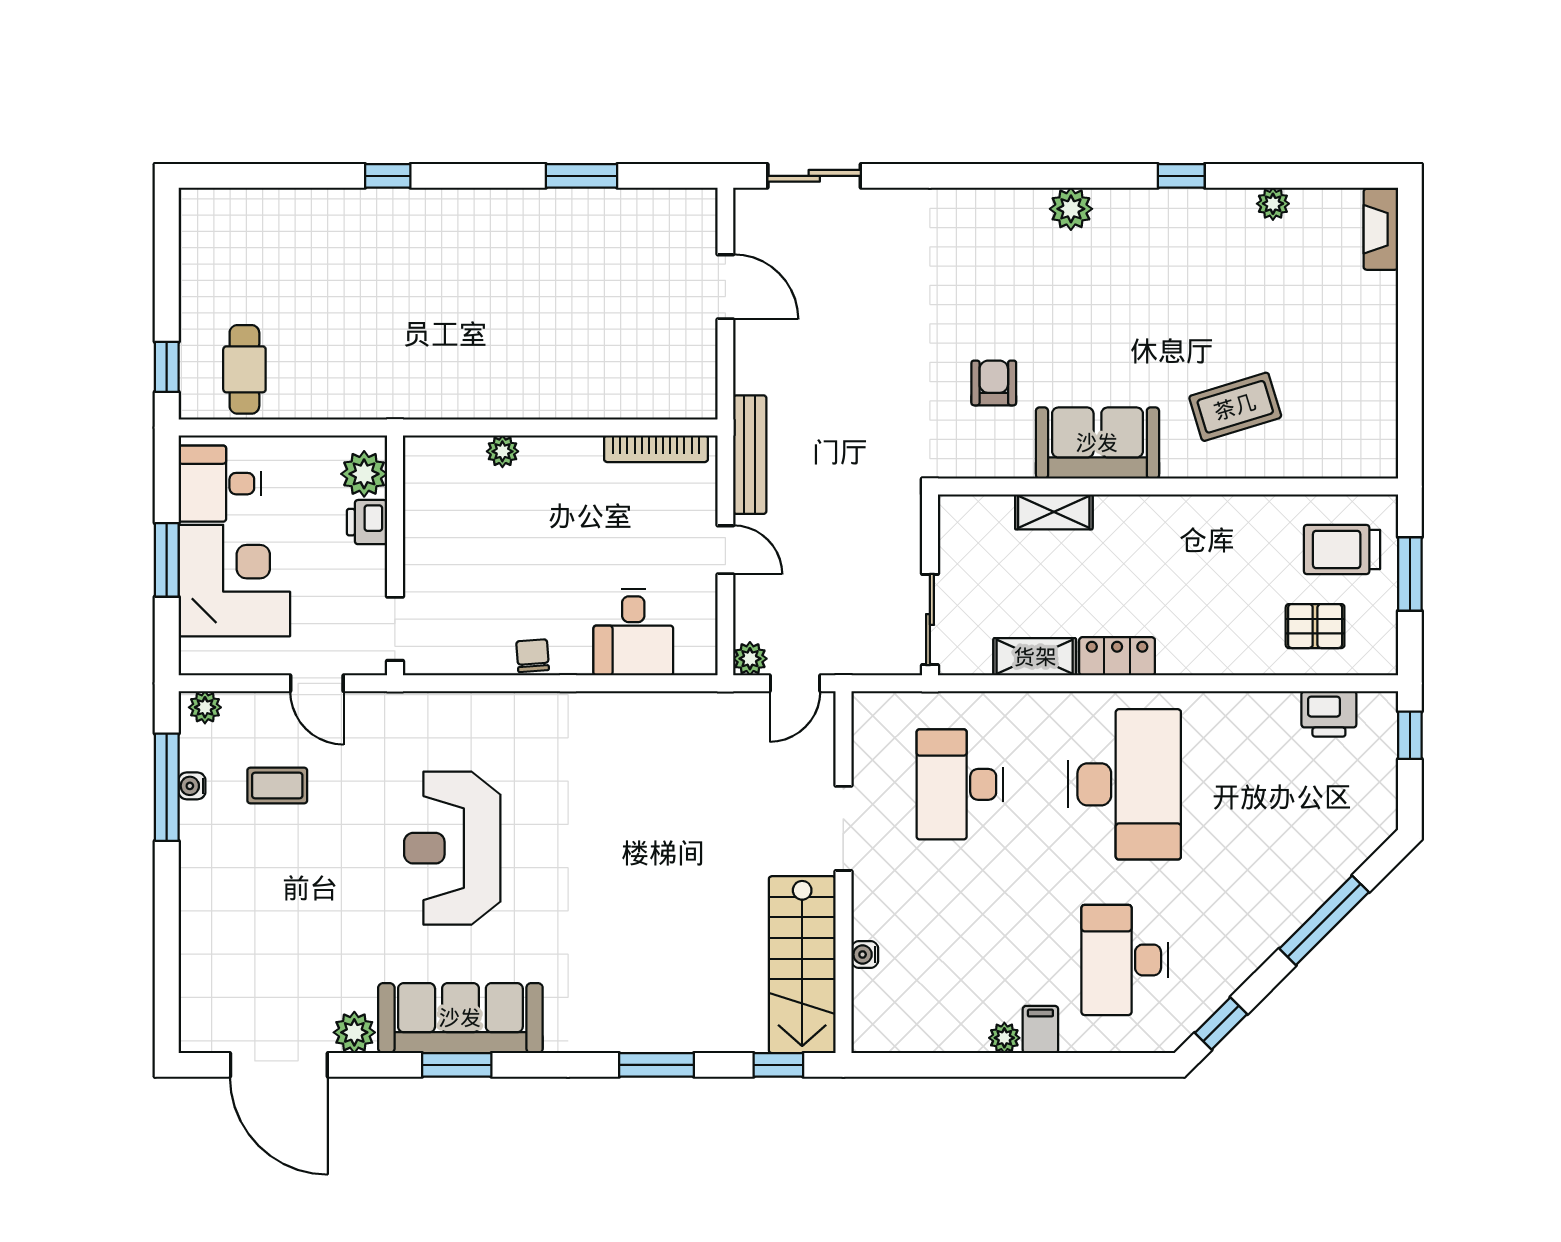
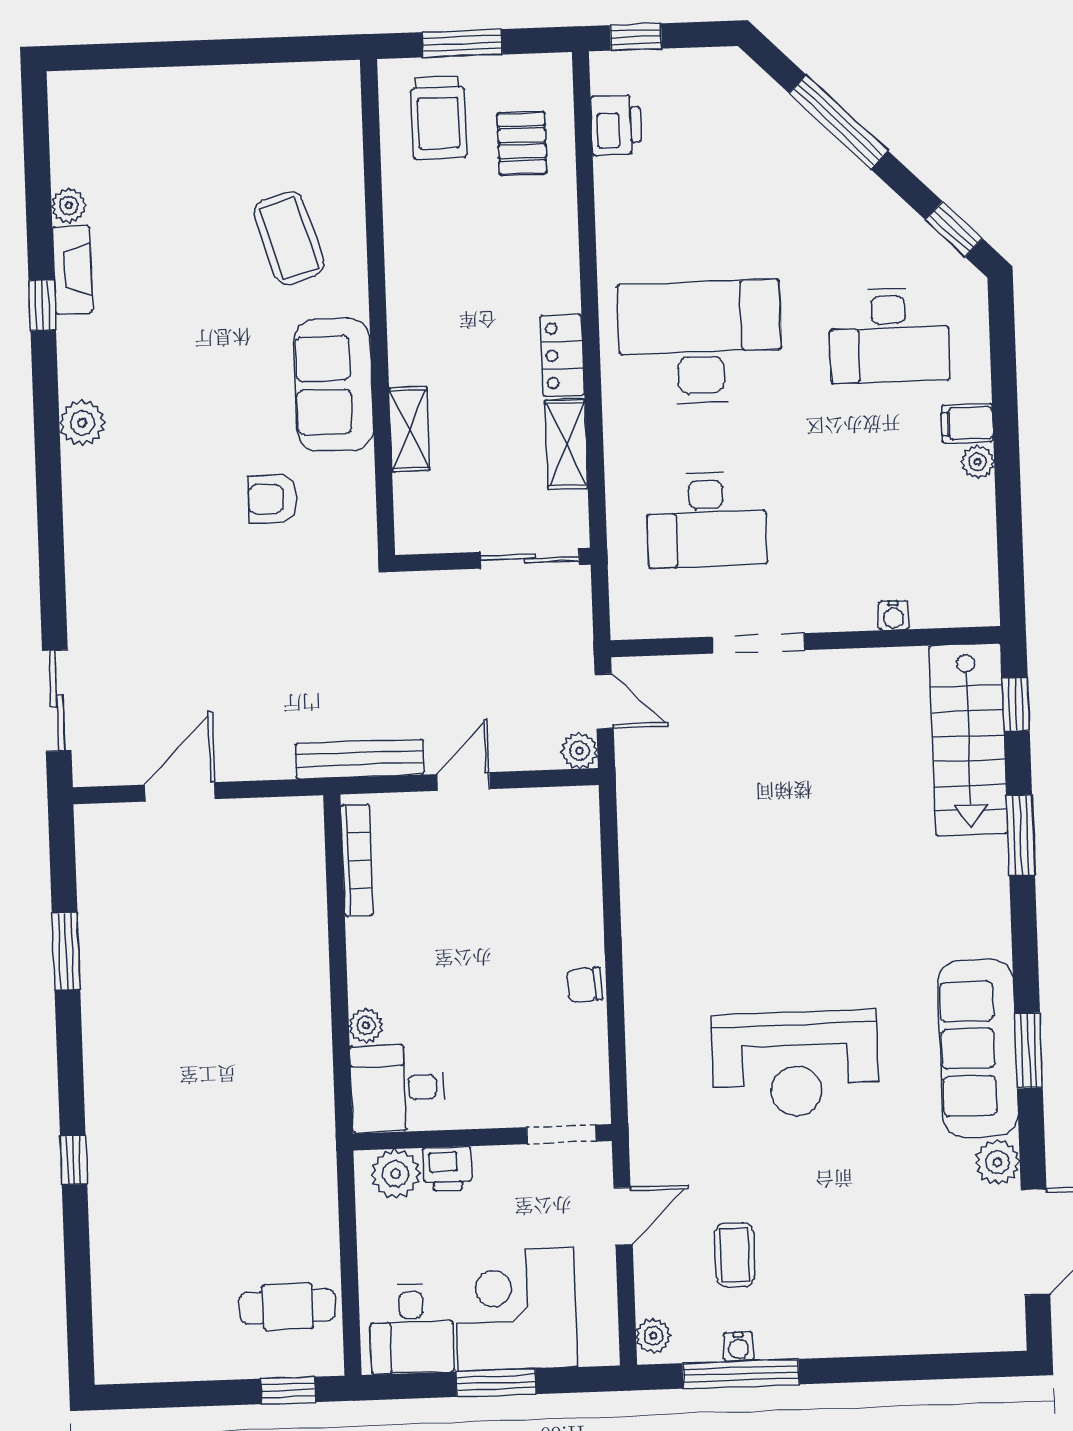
fireplace: (1381, 229) -> (72, 270), moved, turned -90
desk: (633, 632) -> (397, 1088), moved, turned 180
stairs: (802, 965) -> (968, 740), moved, turned 90

